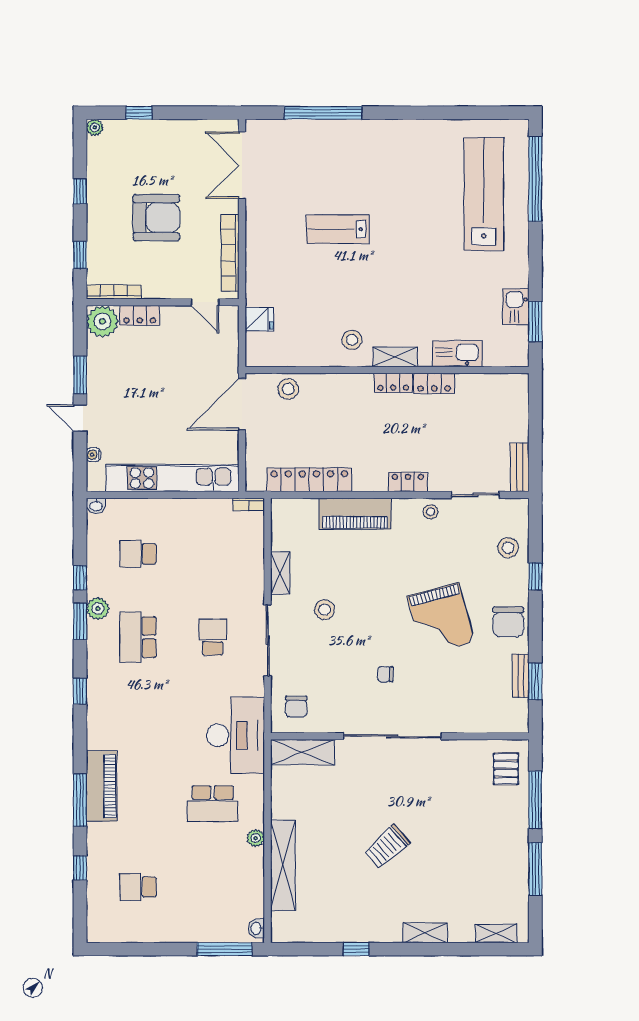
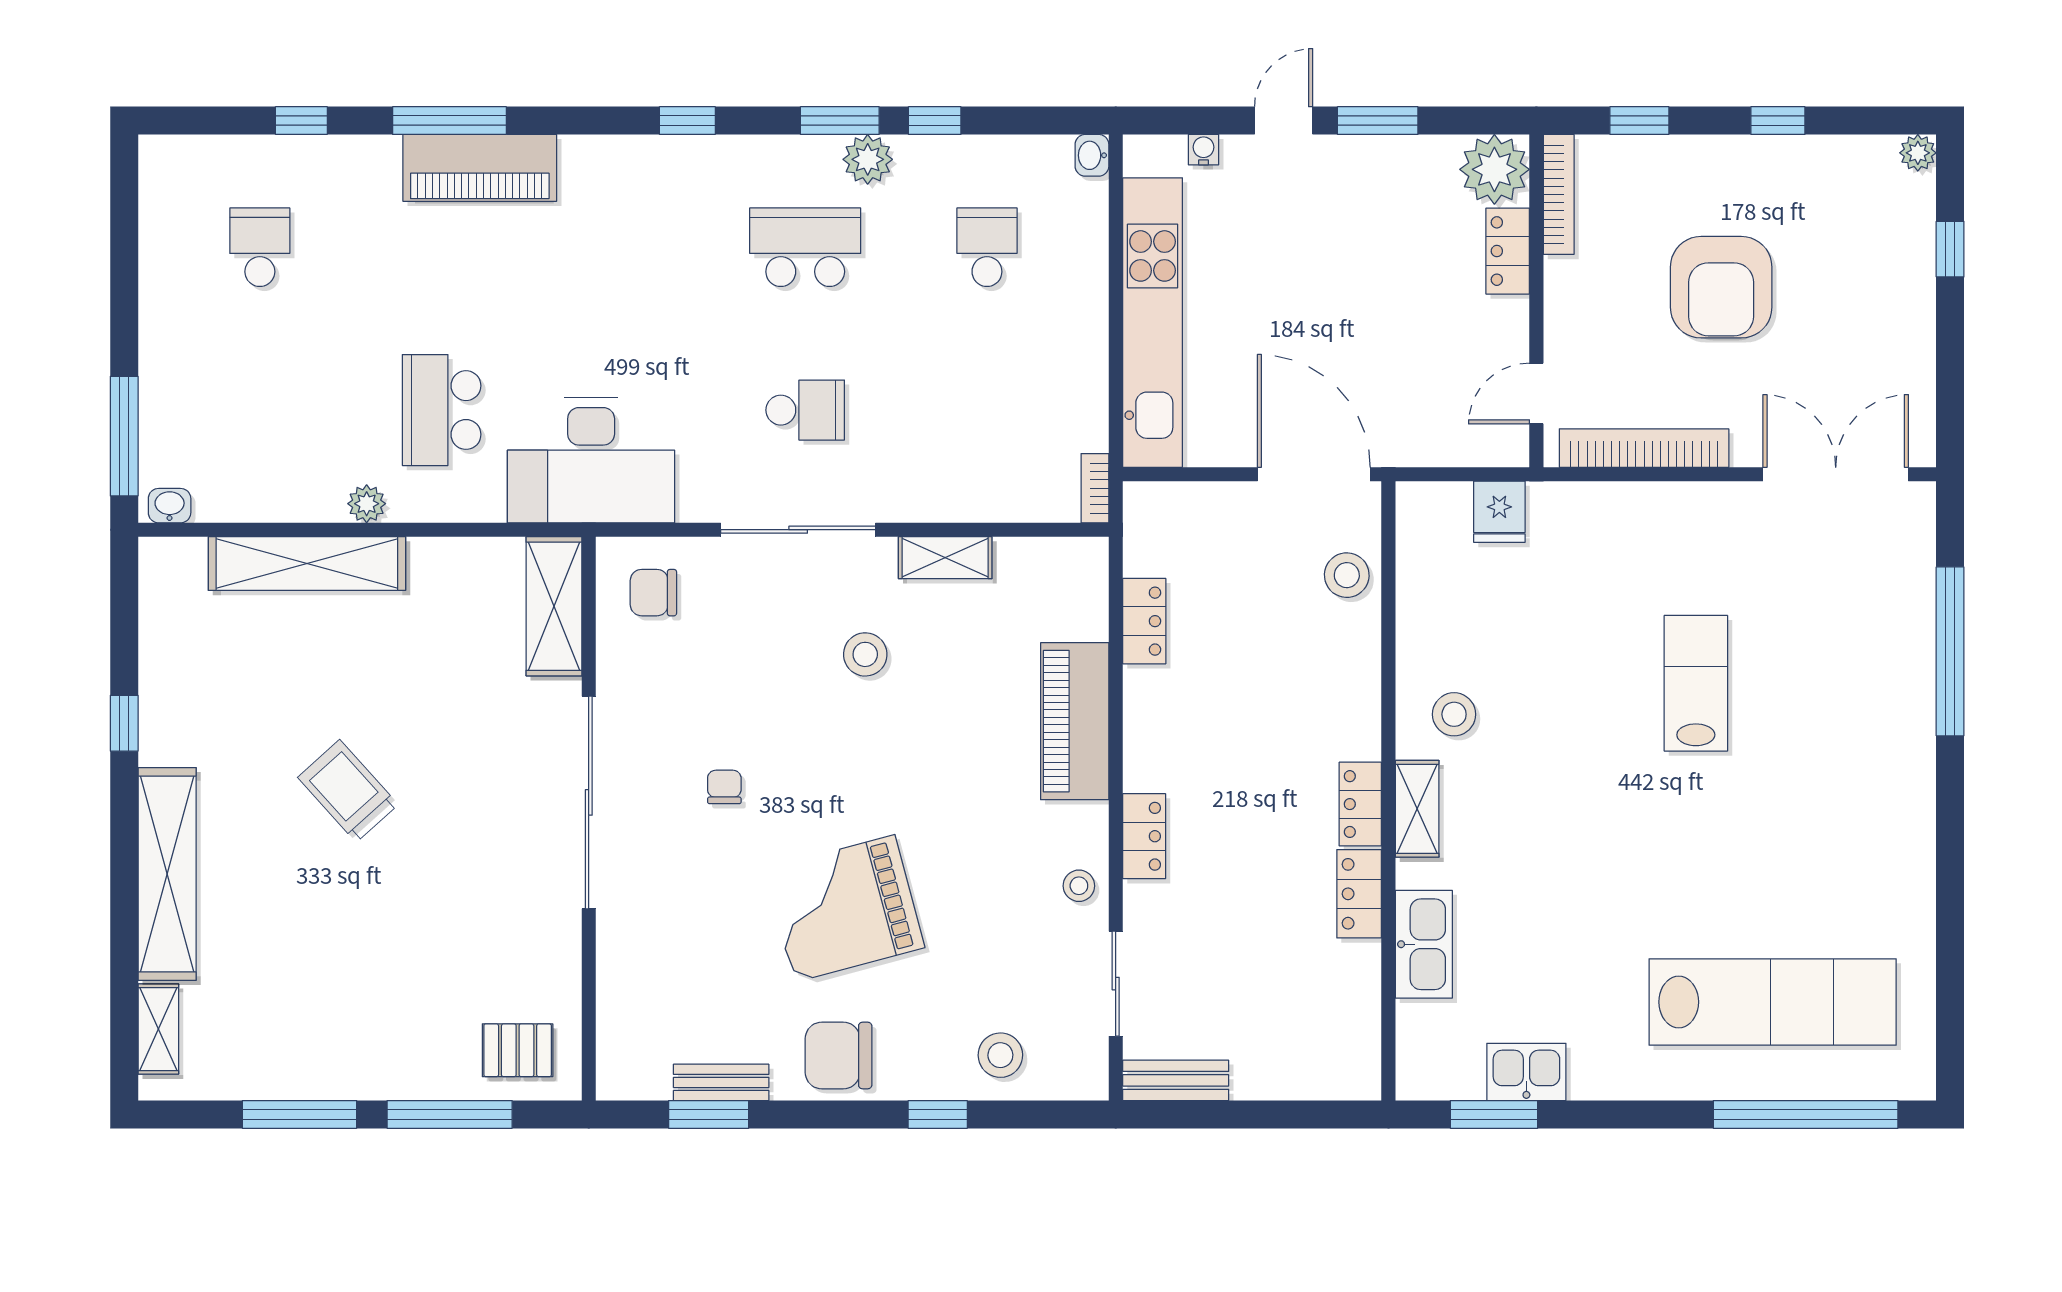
locker: (309, 480) -> (1144, 621), width x0.46, depth x0.83
shelving: (425, 933) -> (167, 874), width x2.20, depth x1.33

